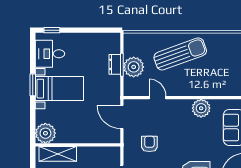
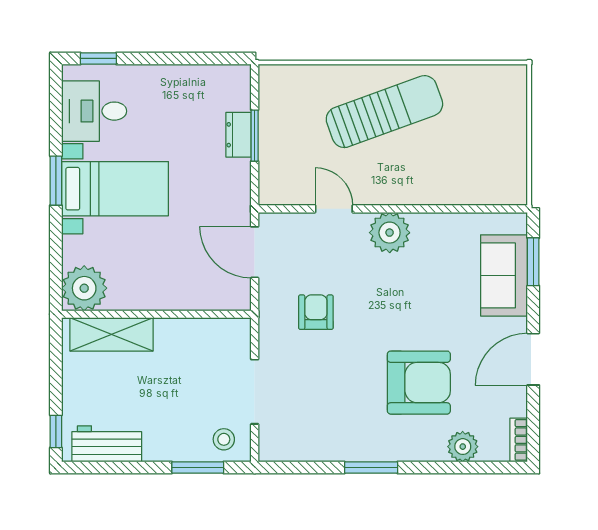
plant: (134, 67) -> (281, 140), removed
plant: (201, 108) -> (390, 233), moved

